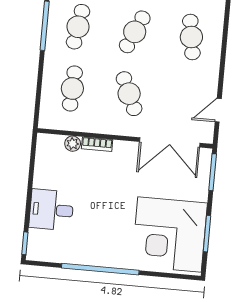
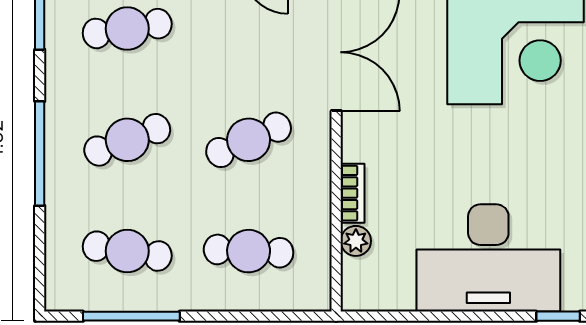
cafe table: (135, 32) -> (127, 140), turned -45
desk: (51, 210) -> (488, 258), width x1.87, depth x1.30

